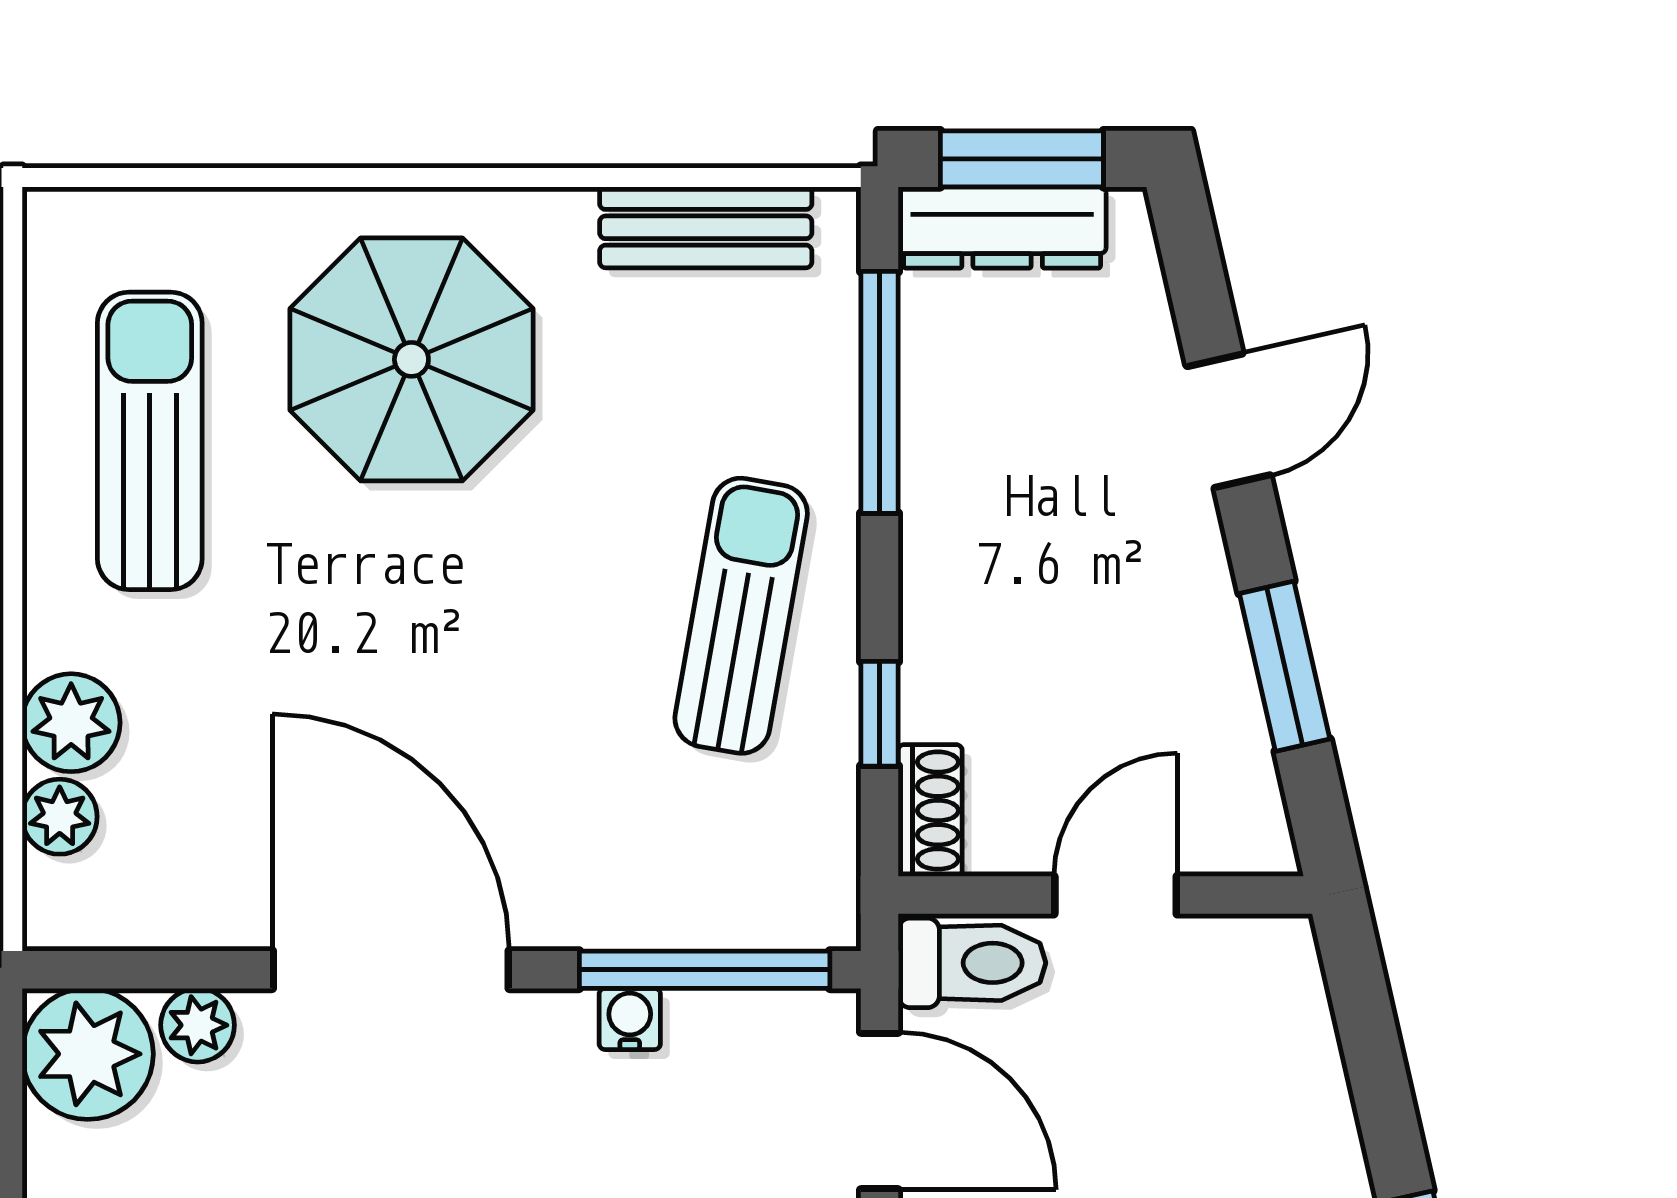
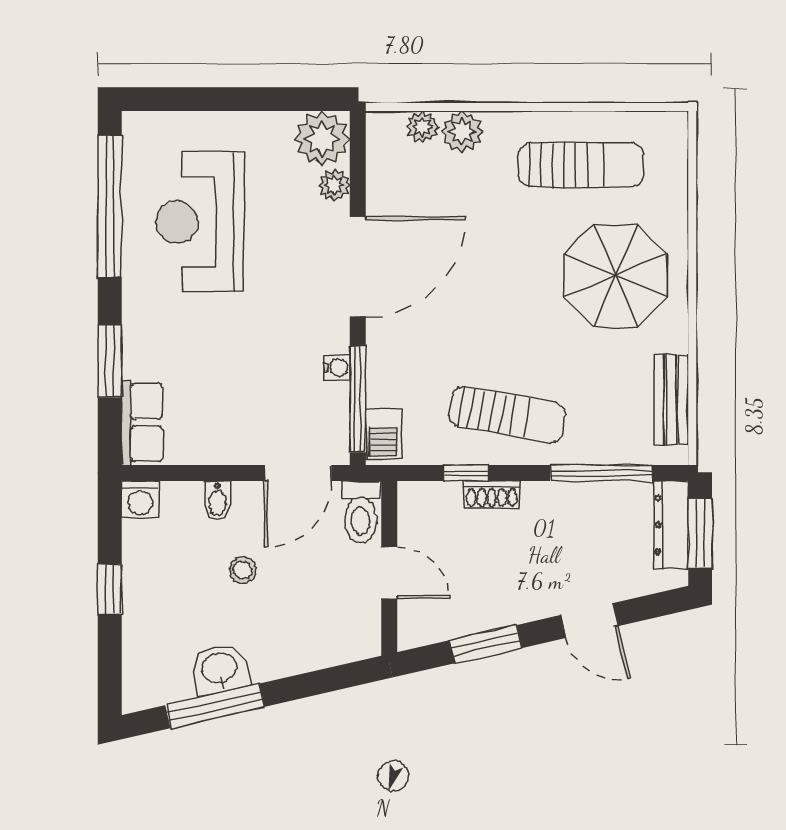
shoe rack: (930, 811) -> (492, 494), moved
barbecue: (788, 908) -> (384, 434), added

